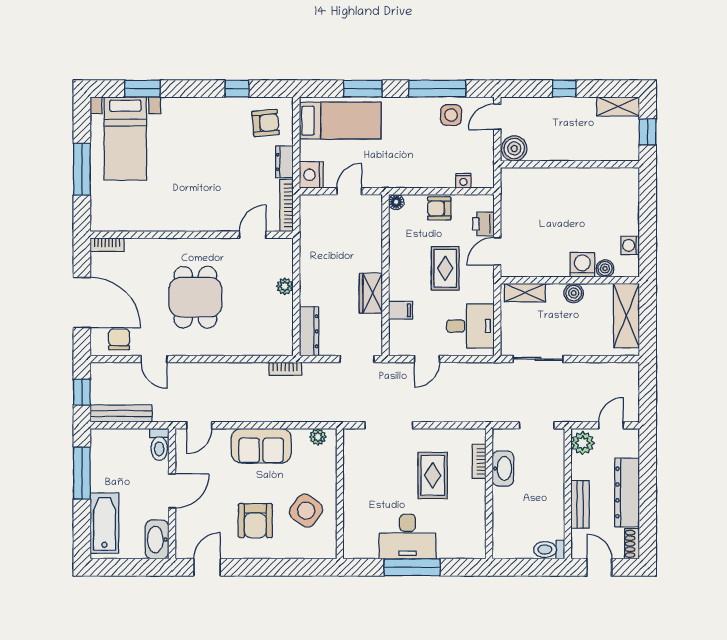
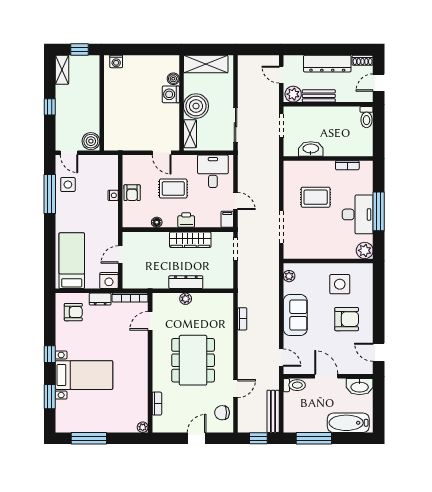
window: (237, 89) -> (50, 354), moved
window: (363, 89) -> (50, 245), removed
armchair: (265, 123) -> (73, 312), turned 95
bed with nightstands: (125, 139) -> (84, 375), moved
window: (82, 169) -> (89, 438), moved
nightstand: (463, 181) -> (113, 195), moved
door: (349, 191) -> (120, 255), hinge flipped
floor lamp: (396, 202) -> (157, 222), moved
plant: (98, 224) -> (143, 427), added
printer: (483, 224) -> (186, 220), moved, turned 180
door: (253, 235) -> (150, 321), hinge flipped
bookcase: (107, 245) -> (157, 404), moved
washing machine: (630, 245) -> (116, 61), moved
wardrobe: (371, 293) -> (190, 240), width x1.50
boiler: (574, 293) -> (196, 106), width x1.86, depth x1.86
dining table: (195, 297) -> (193, 360), width x1.38
door: (82, 302) -> (197, 438), width x0.53
filing cabinet: (401, 310) -> (227, 219), moved
dresser: (309, 331) -> (186, 282), moved
bookcase: (285, 369) -> (242, 319), moved
bookcase: (479, 461) -> (347, 165), moved
bench: (580, 504) -> (319, 96), moved
side table: (306, 511) -> (340, 284), turned -36
plant: (355, 547) -> (365, 250), added

